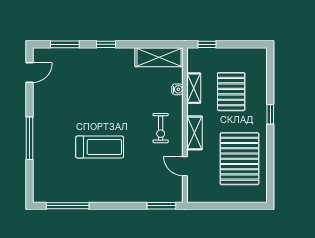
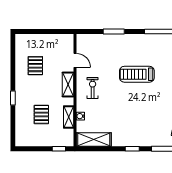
pallet: (231, 92) -> (41, 114), width x0.67, depth x0.71
pallet: (239, 159) -> (35, 66), width x0.49, depth x0.50
window: (161, 206) -> (114, 32), moved

